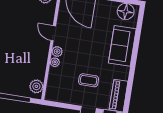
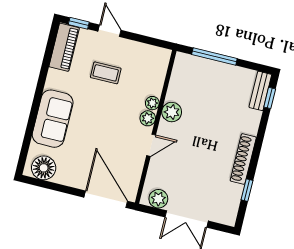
door: (53, 33) -> (151, 145), hinge flipped
plant: (36, 86) -> (172, 112), moved

